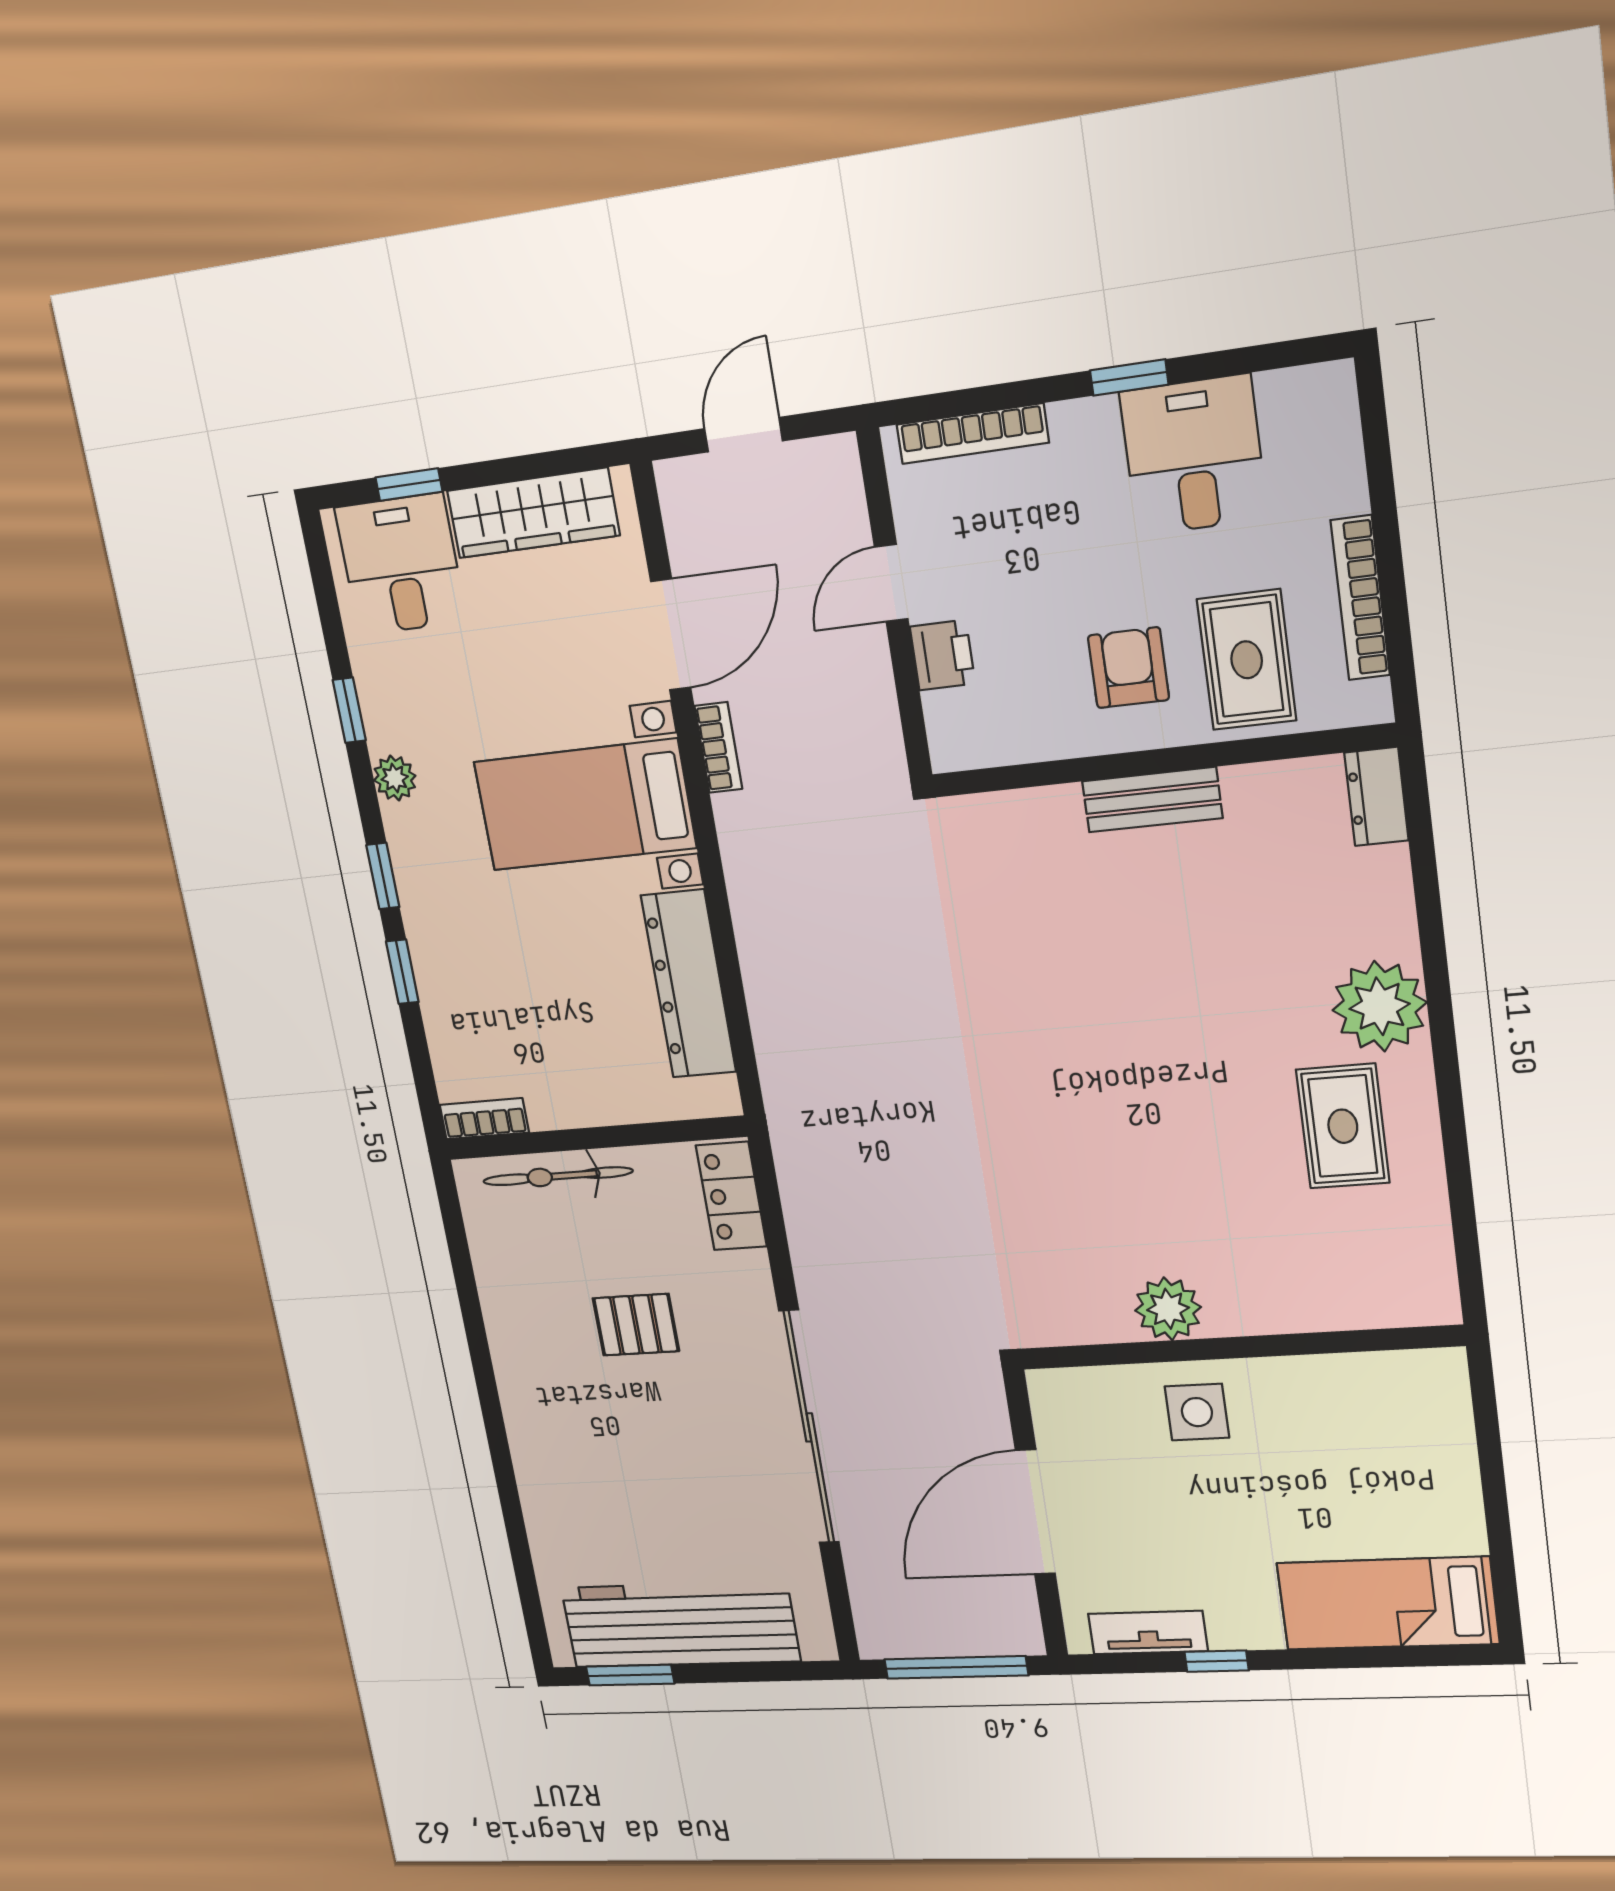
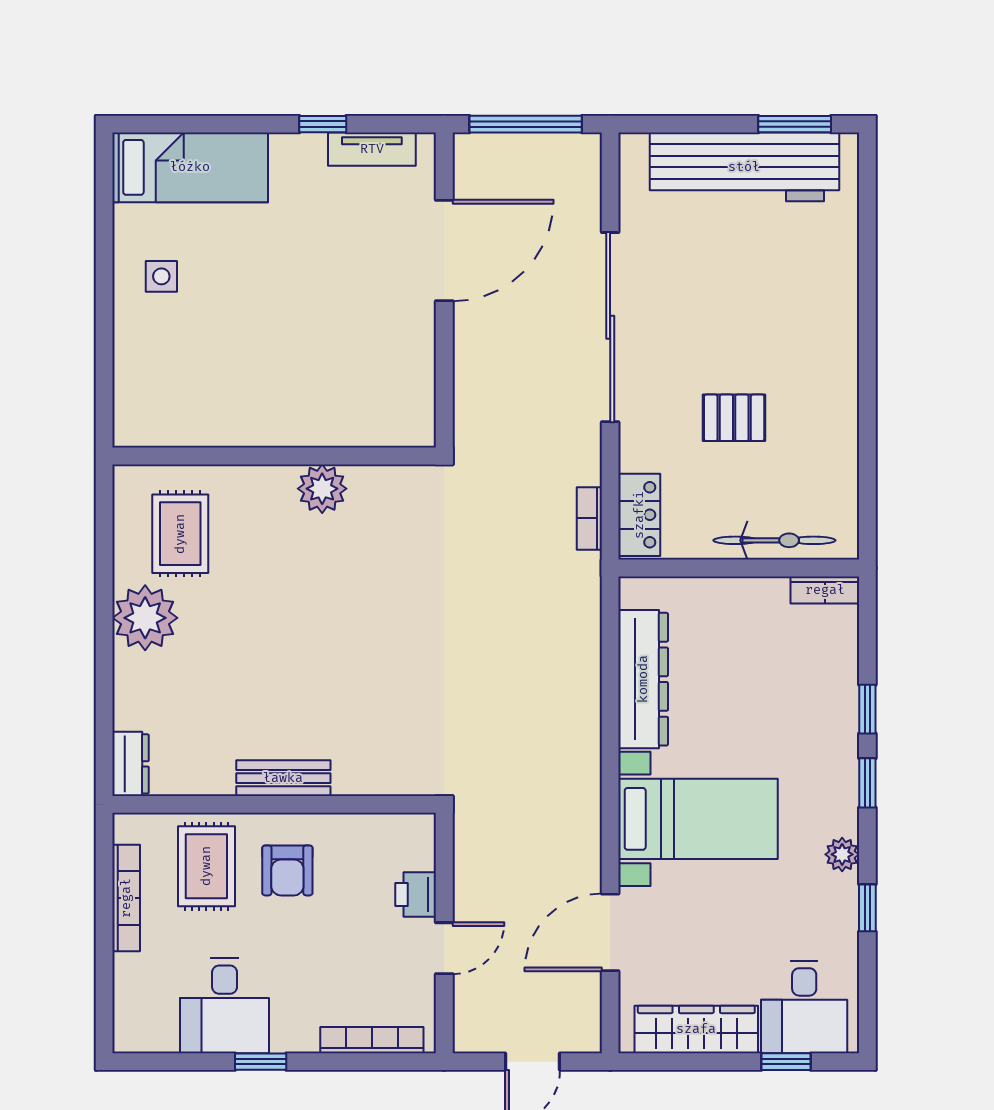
bookcase: (718, 747) -> (589, 518), moved
plant: (1168, 1309) -> (322, 489), moved
wall: (1239, 1347) -> (274, 456), moved
side table: (1197, 1412) -> (161, 276), moved, width x0.73, depth x0.73

